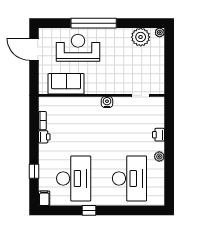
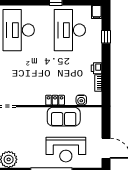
sofa: (66, 84) -> (64, 117), moved
locker: (90, 102) -> (55, 100), added
water cooler: (107, 102) -> (81, 100), moved

